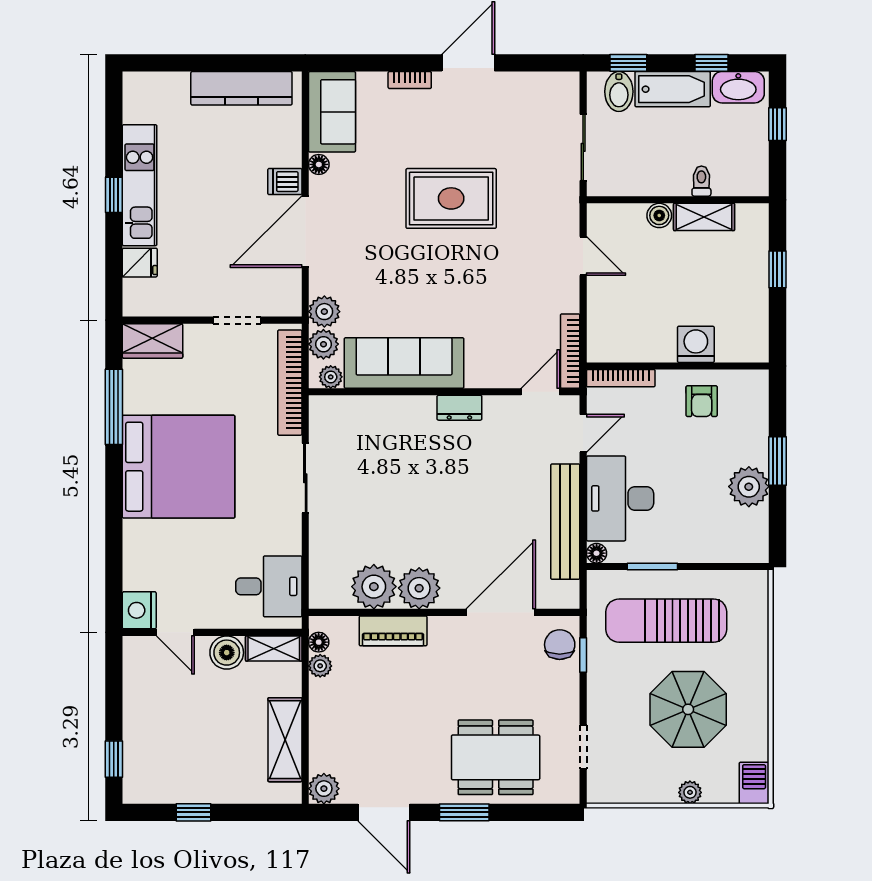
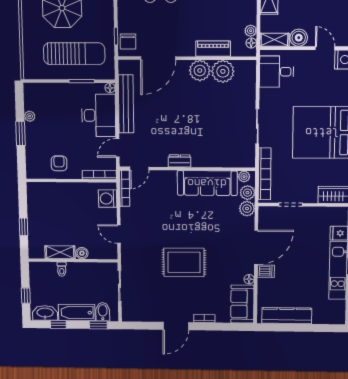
washing machine: (696, 344) -> (108, 199), moved, turned 90
plant: (749, 487) -> (30, 116), width x0.53, depth x0.53

